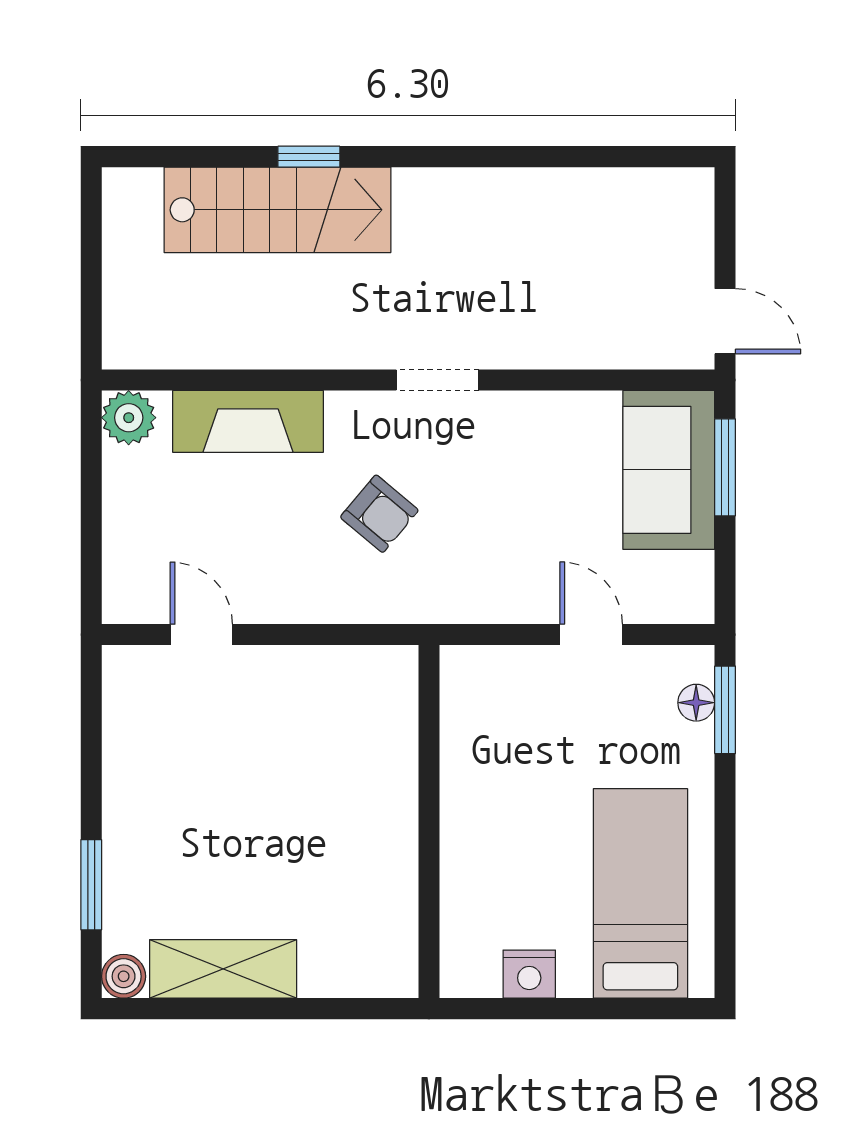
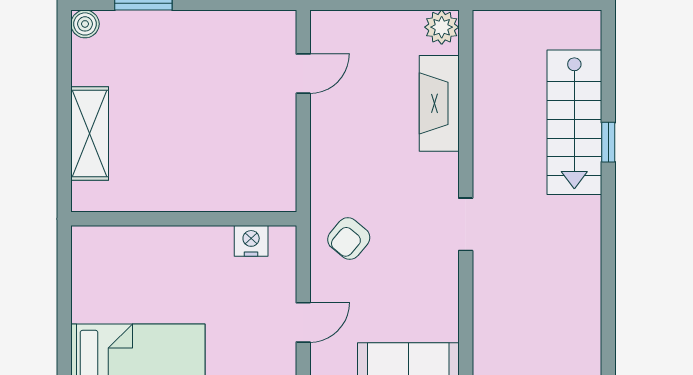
armchair: (379, 514) -> (349, 239), moved
shelving: (223, 969) -> (90, 133), moved
nightstand: (529, 974) -> (251, 241), moved, turned 90

